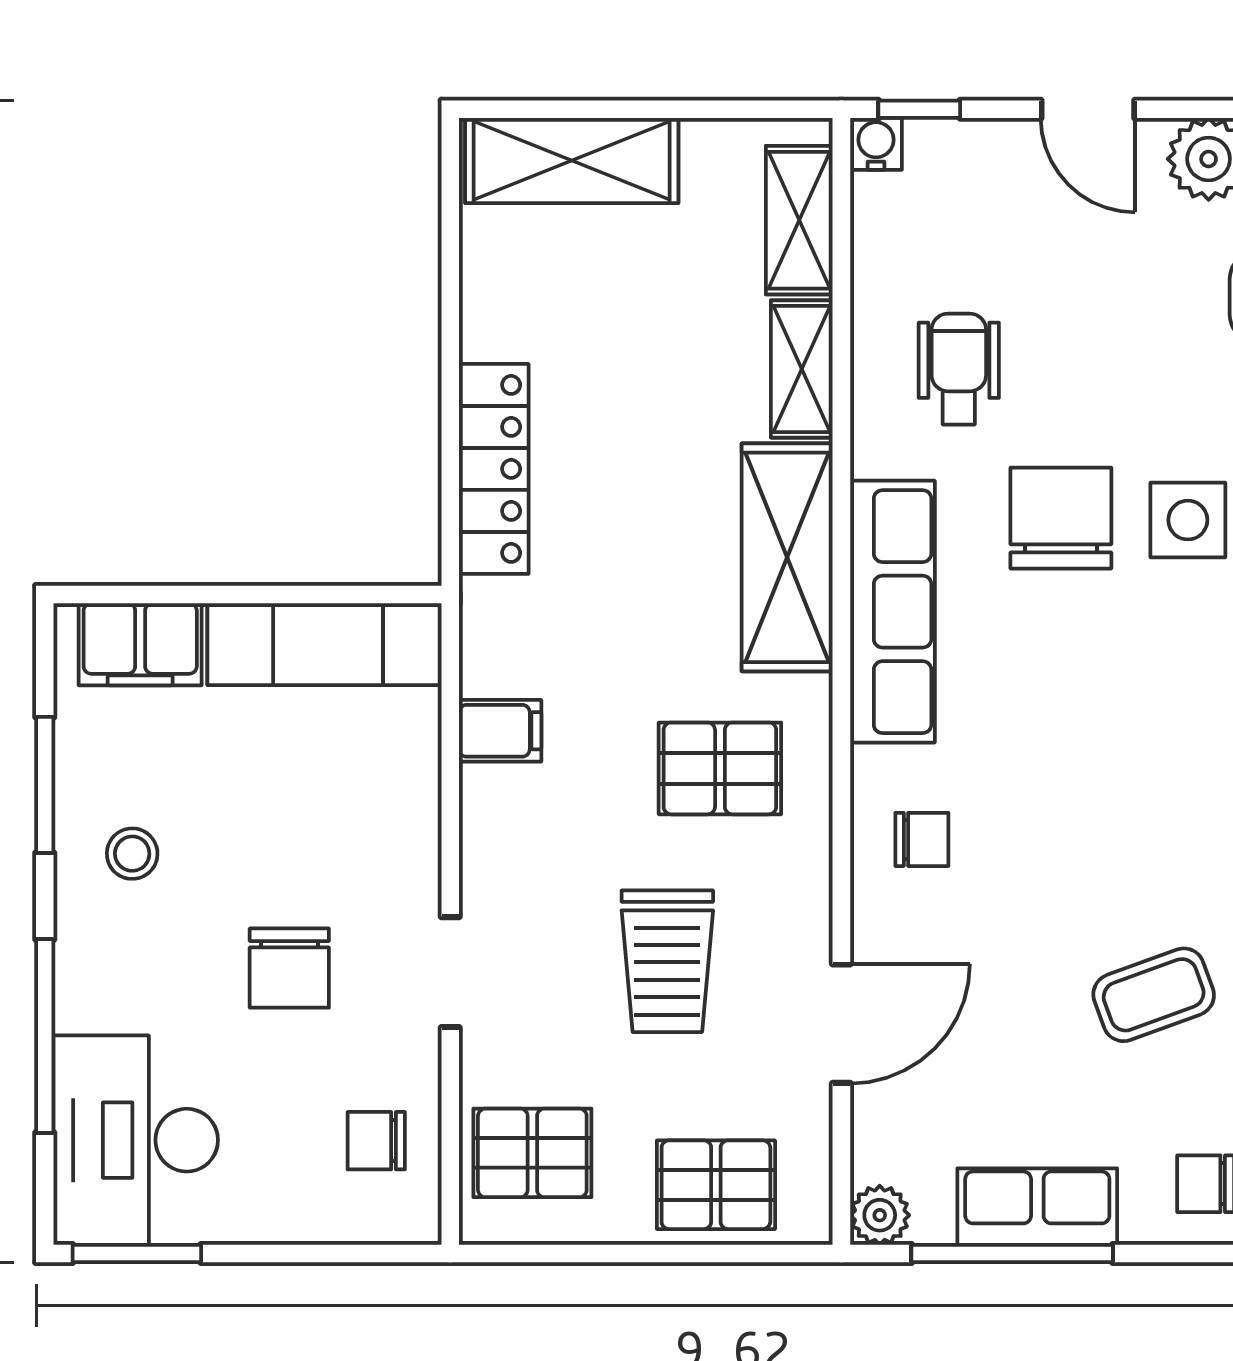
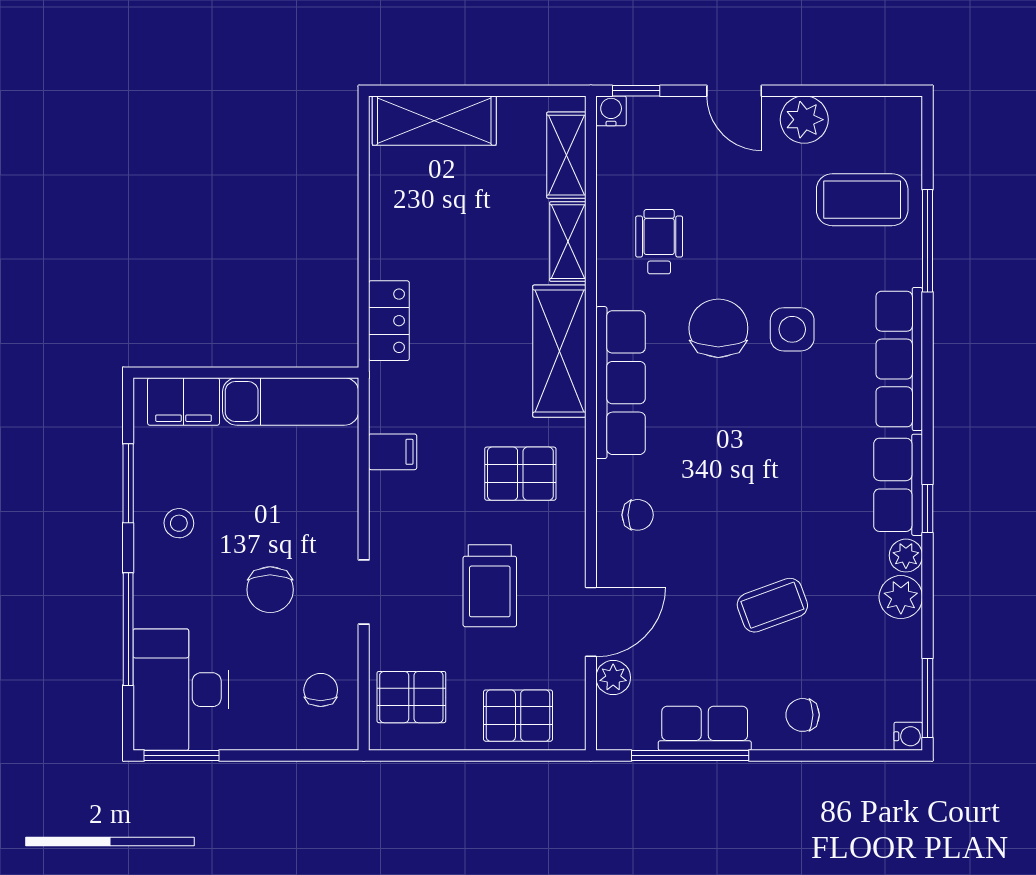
locker: (494, 469) -> (389, 321), width x0.66
chair: (376, 1141) -> (321, 690), turned 90
plant: (880, 1215) -> (613, 678), moved

